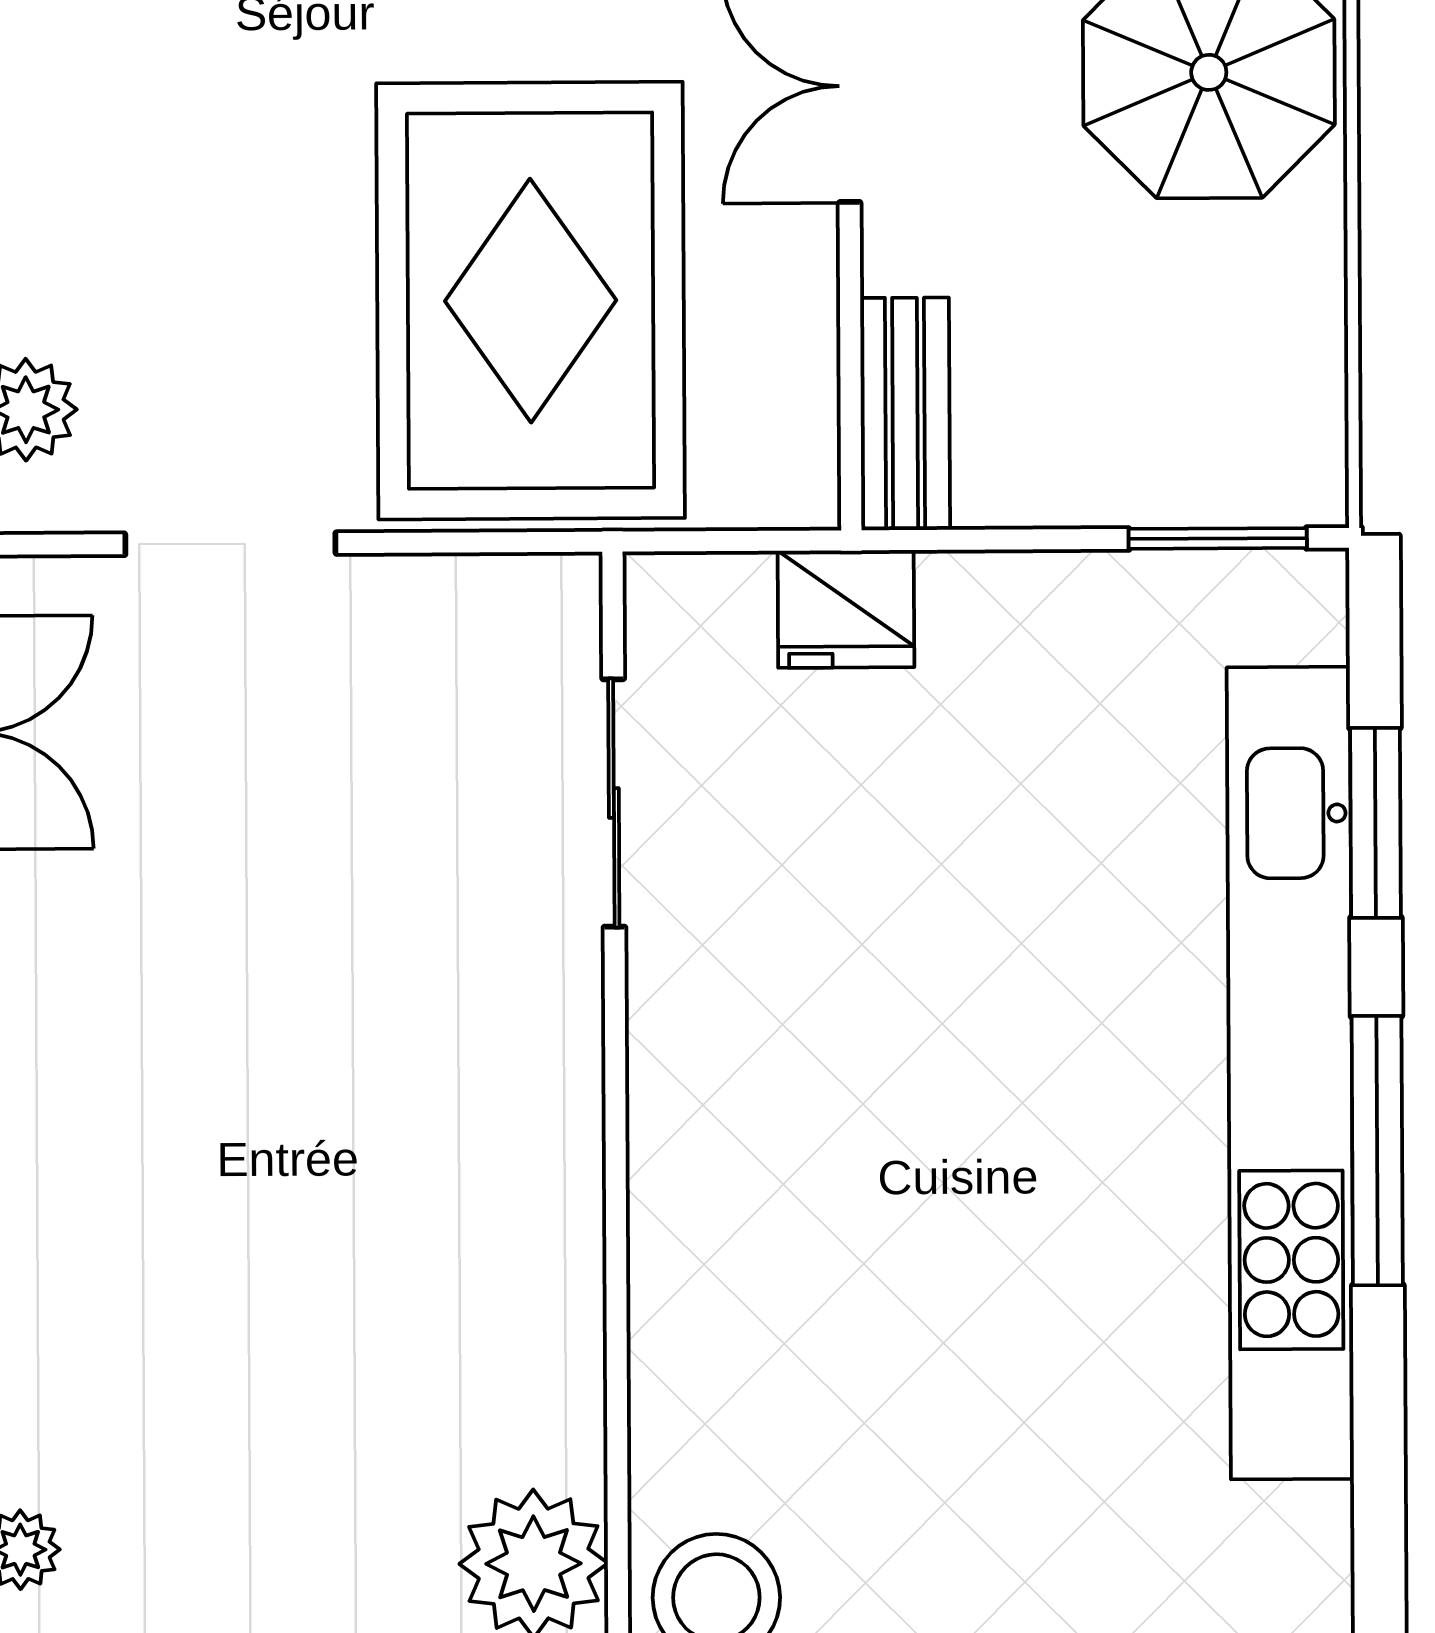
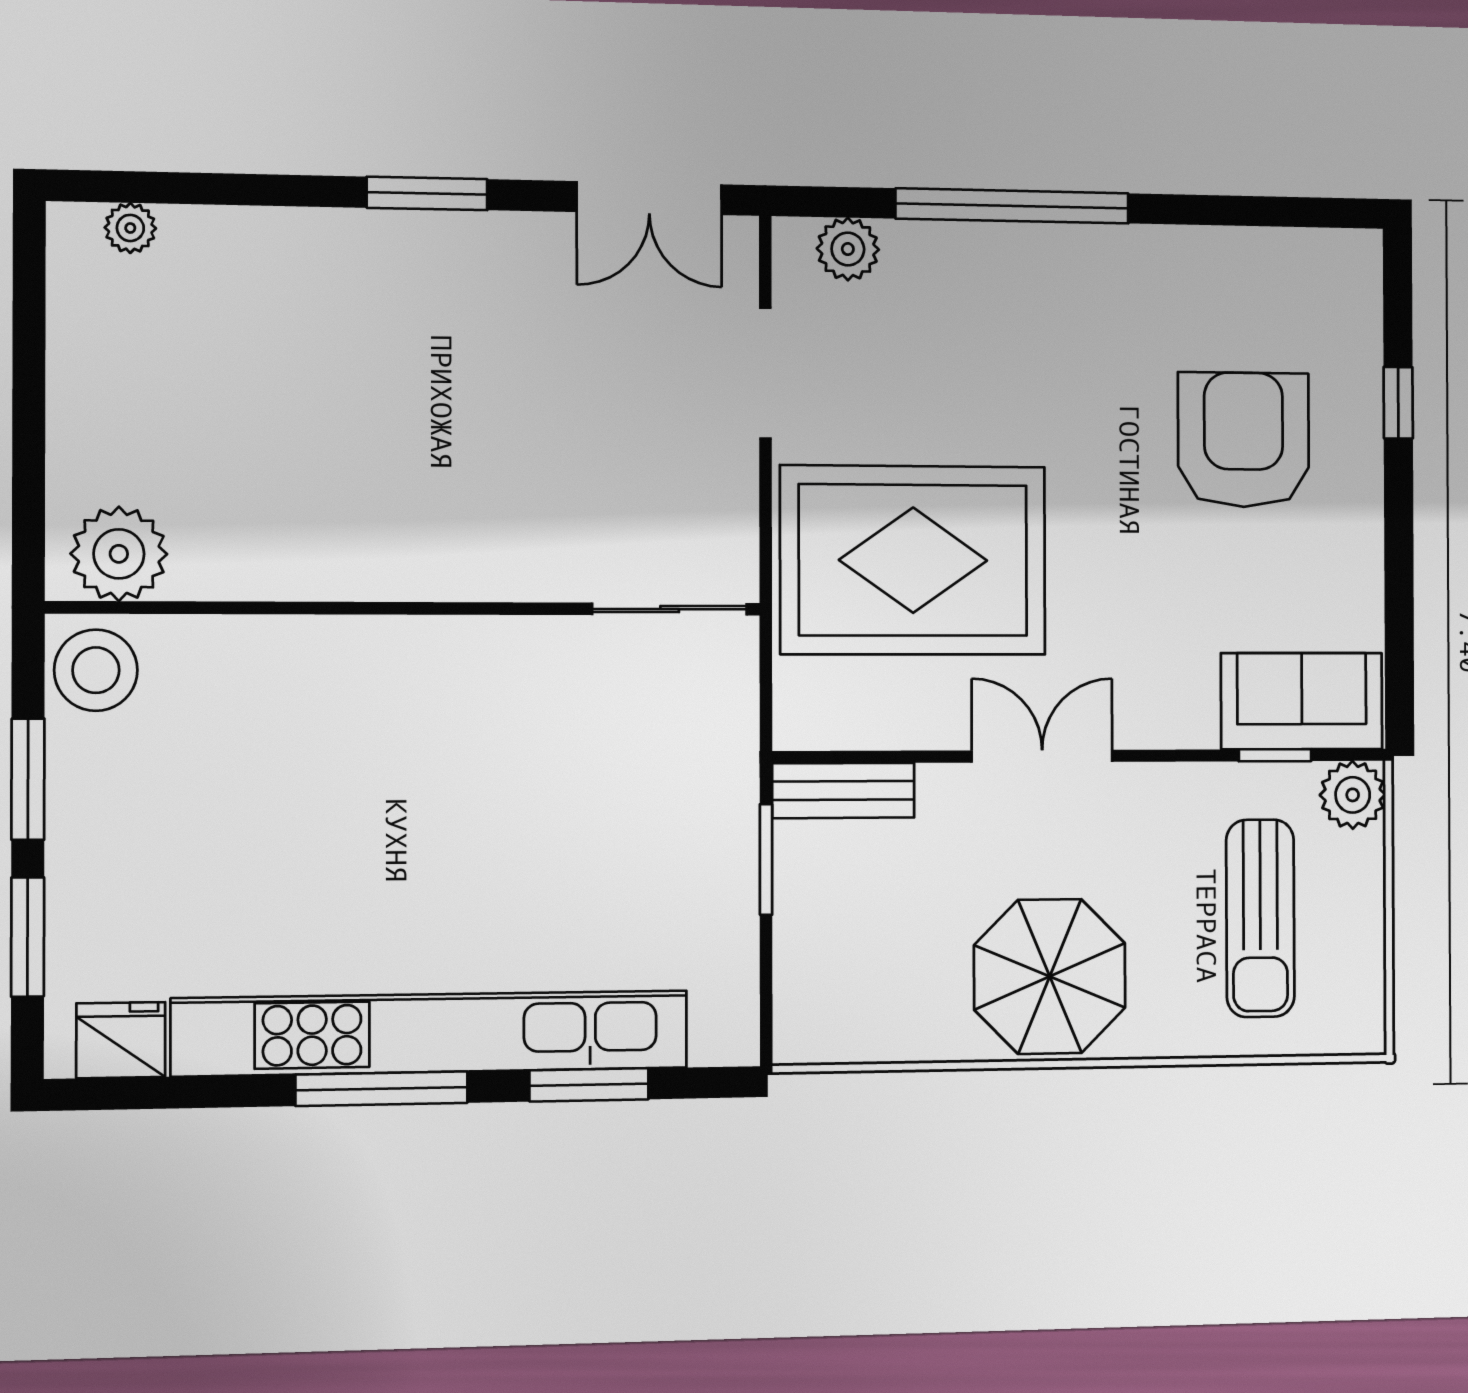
window: (1218, 538) -> (766, 859), moved
fridge: (846, 609) -> (121, 1040), moved, turned 90
sliding door: (614, 803) -> (670, 609), moved

